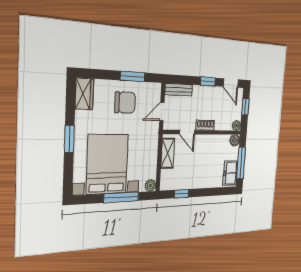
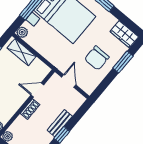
window: (133, 76) -> (123, 62), moved
bench: (179, 90) -> (60, 123), moved
shelving: (168, 153) -> (22, 52), moved

